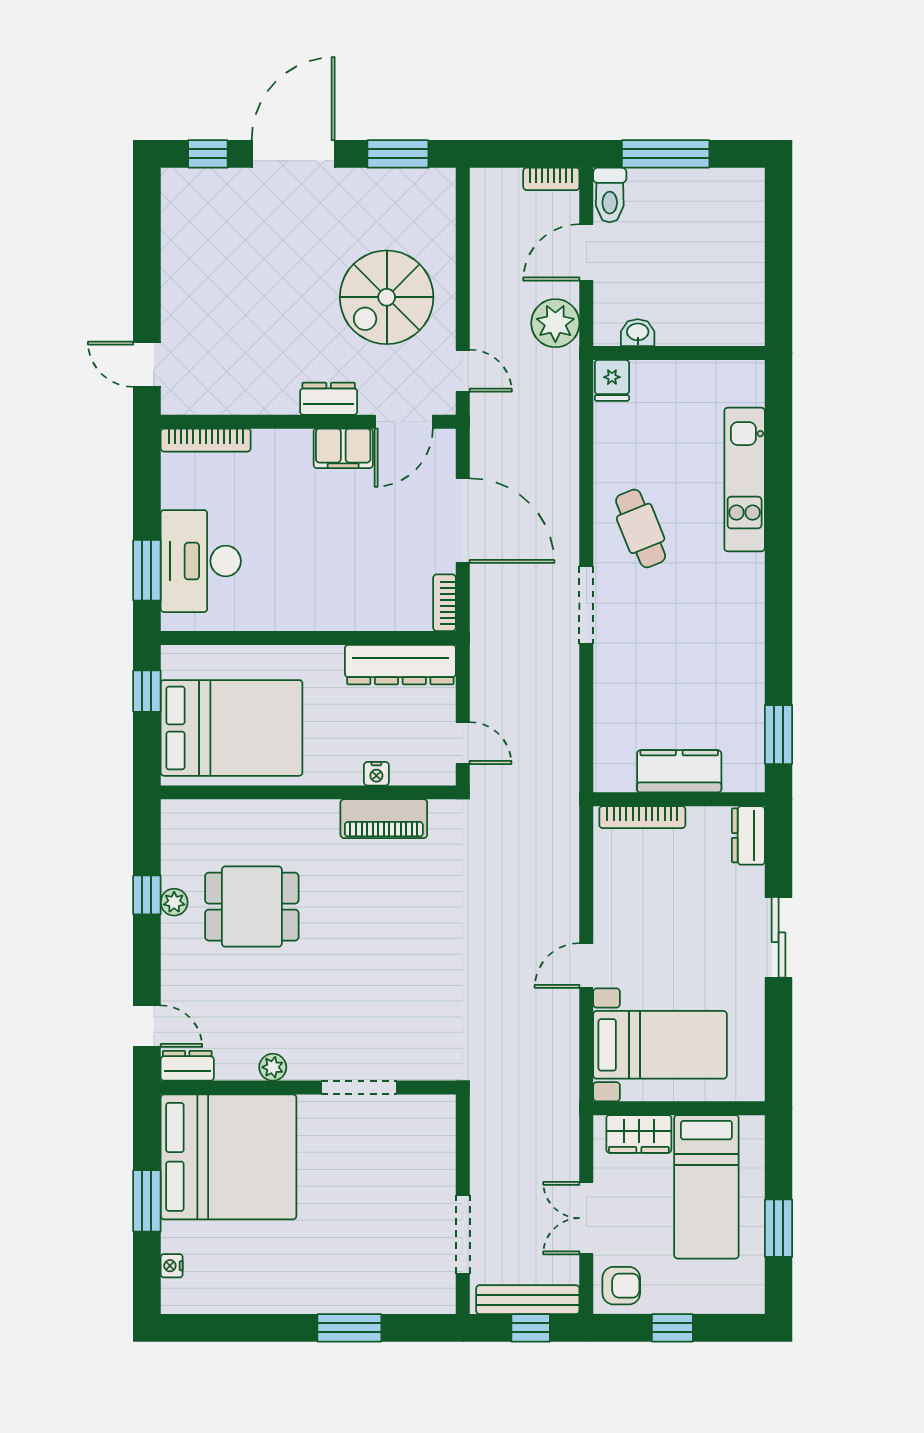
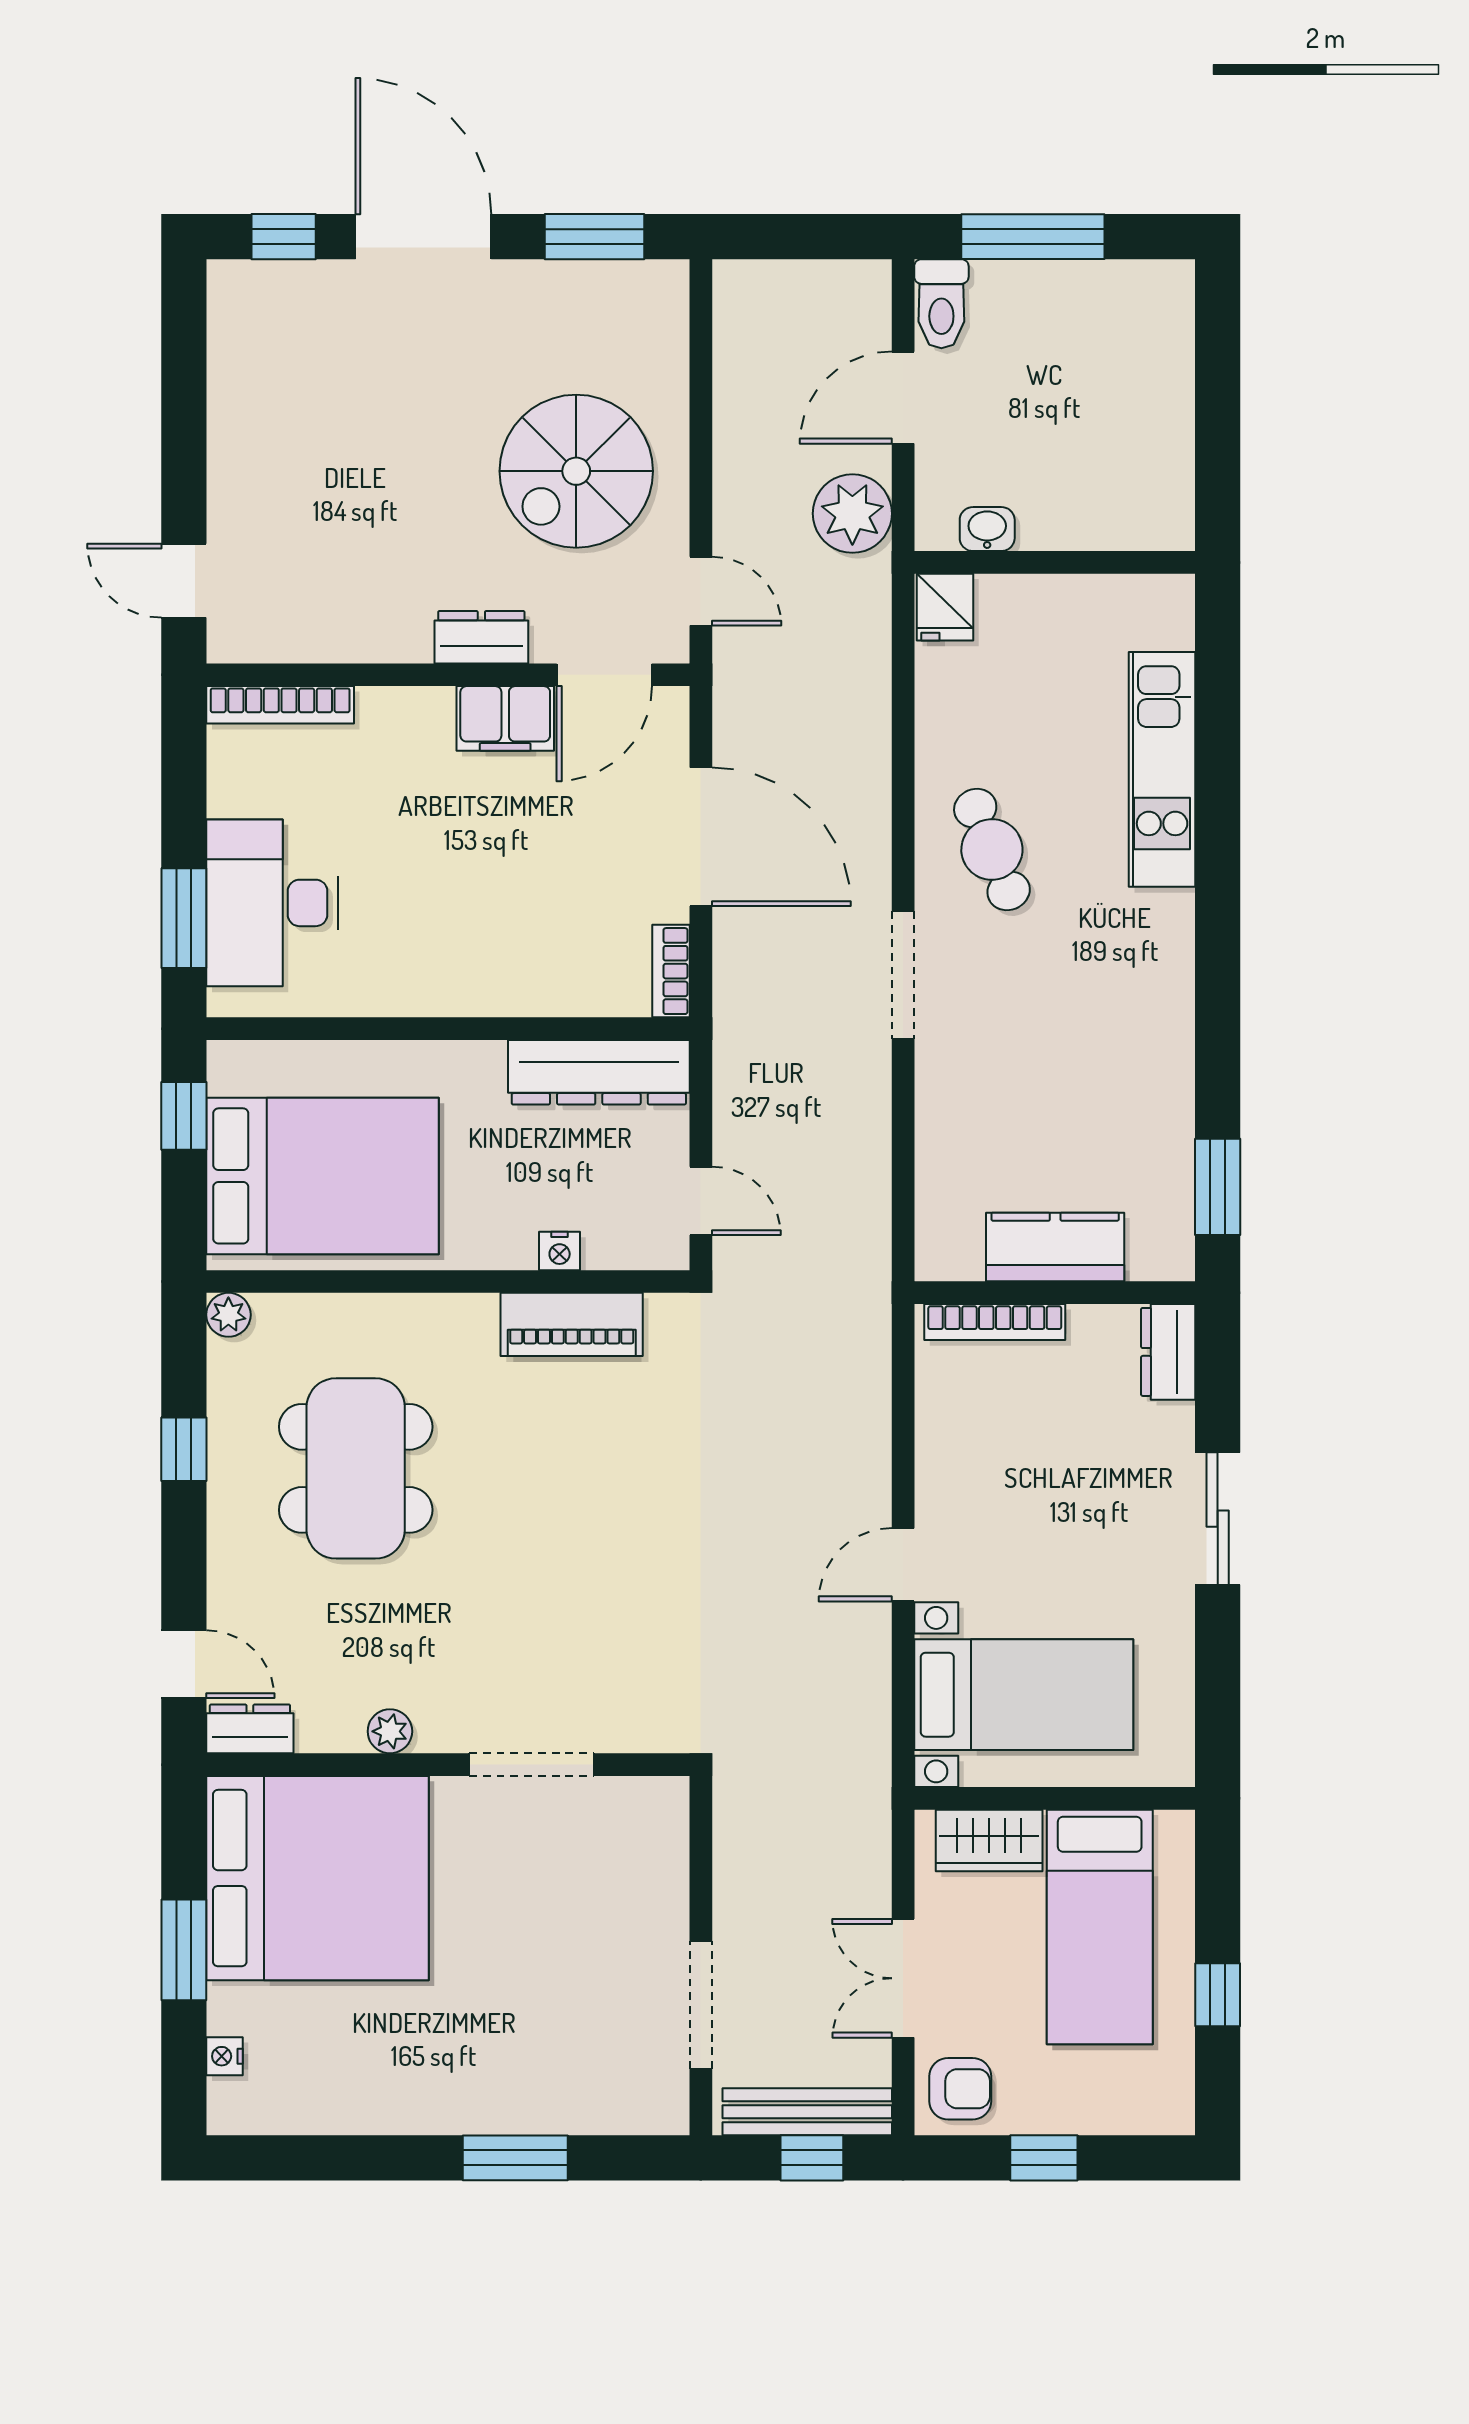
door: (293, 154) -> (423, 237), hinge flipped
bookcase: (551, 179) -> (846, 277), removed
plant: (174, 902) -> (228, 1315), moved
dining table: (252, 907) -> (356, 1468), width x1.38
window: (779, 1228) -> (1218, 1995), width x0.67

